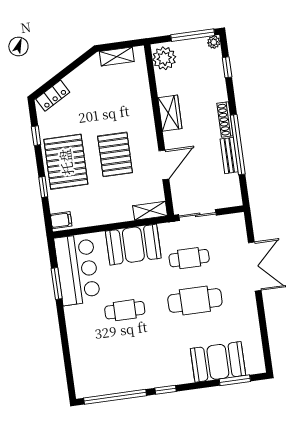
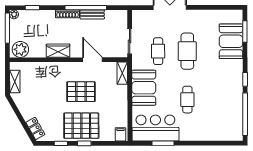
window: (43, 187) -> (84, 143), moved

